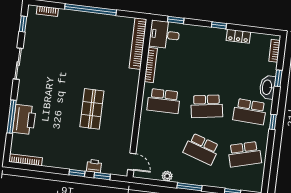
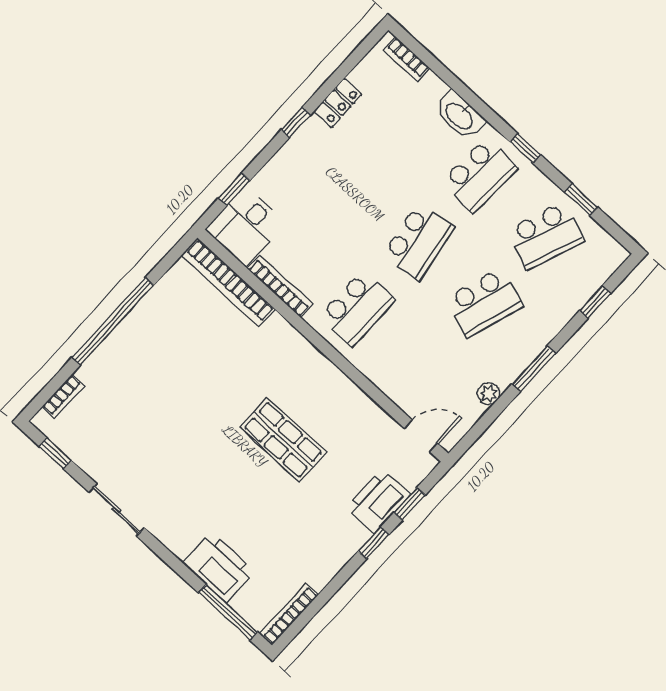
window: (278, 78) -> (581, 200), moved
window: (12, 117) -> (228, 612), moved
school desk: (245, 154) -> (546, 236), turned 36
printer: (94, 166) -> (378, 501), width x1.87, depth x1.48

